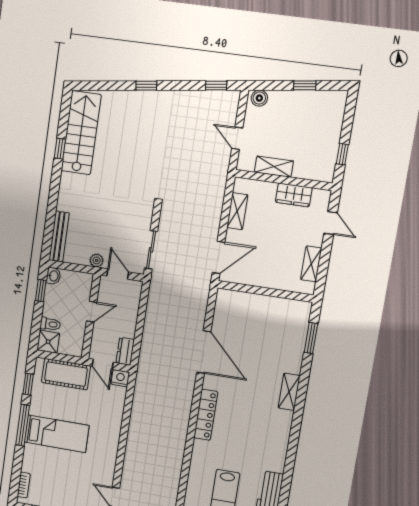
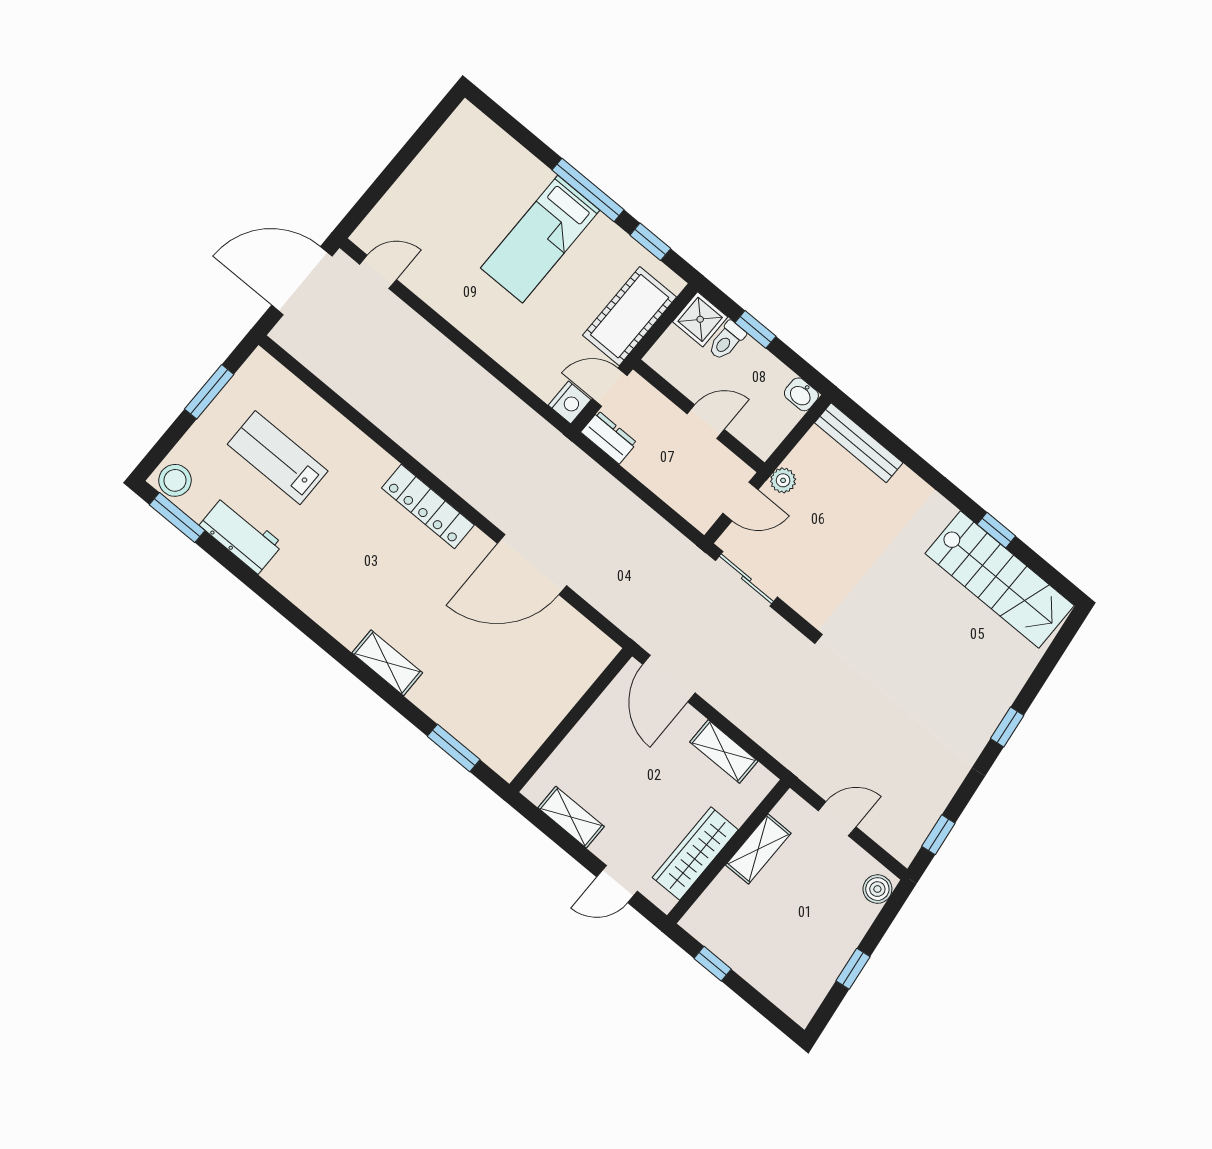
wardrobe: (294, 195) -> (695, 854), width x1.50
window: (41, 291) -> (755, 329), moved
door: (92, 312) -> (706, 422), swing flipped
bookcase: (24, 485) -> (487, 129), removed

